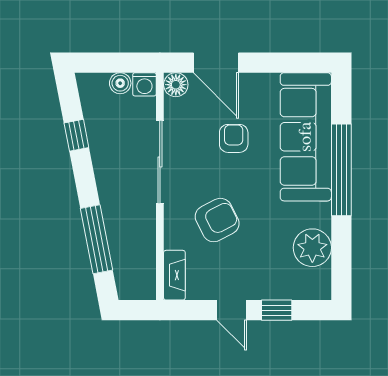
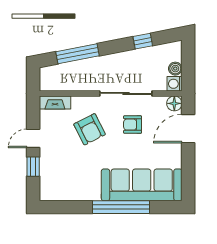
armchair: (234, 138) -> (133, 125), moved, turned 180
plant: (312, 248) -> (72, 189), removed

